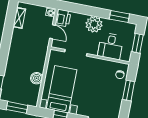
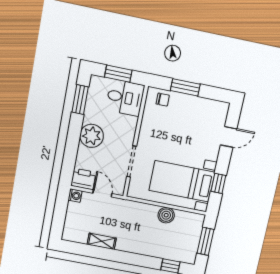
shelving: (19, 18) -> (102, 241), moved
door: (53, 32) -> (102, 193), hinge flipped
desk: (111, 46) -> (125, 98), moved

